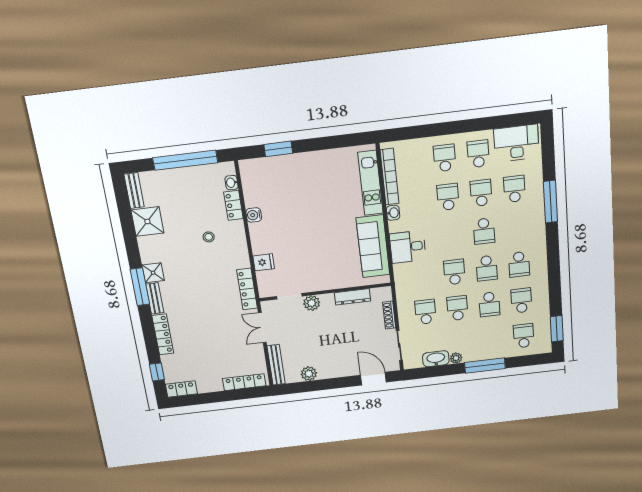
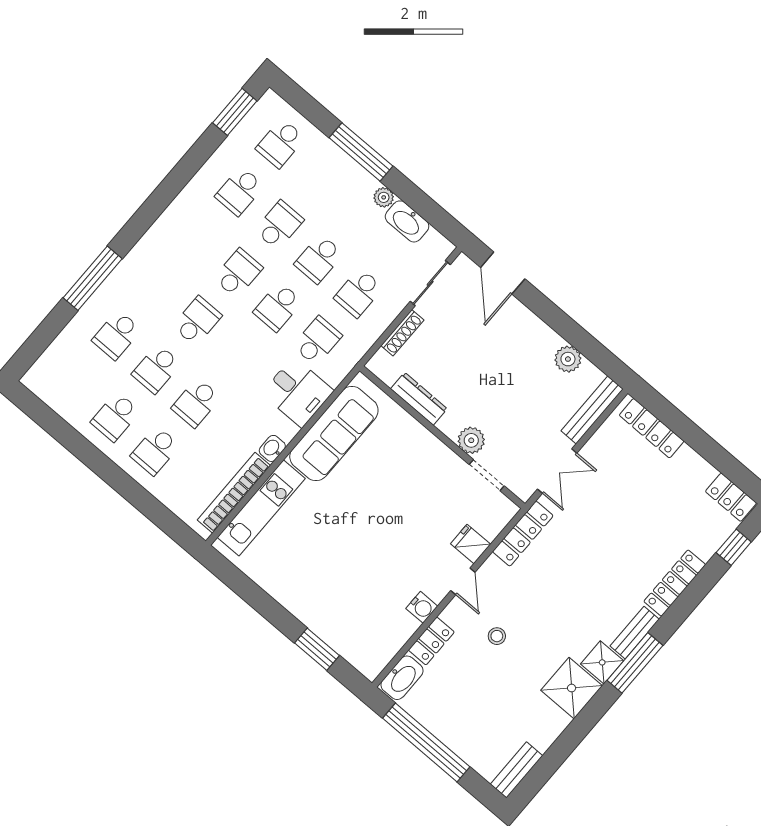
desk: (516, 143) -> (64, 385), removed
washbasin: (231, 183) -> (402, 678), width x1.91, depth x1.45
shower: (147, 221) -> (572, 688), moved
door: (249, 244) -> (463, 581), added
school desk: (519, 264) -> (318, 341), moved

